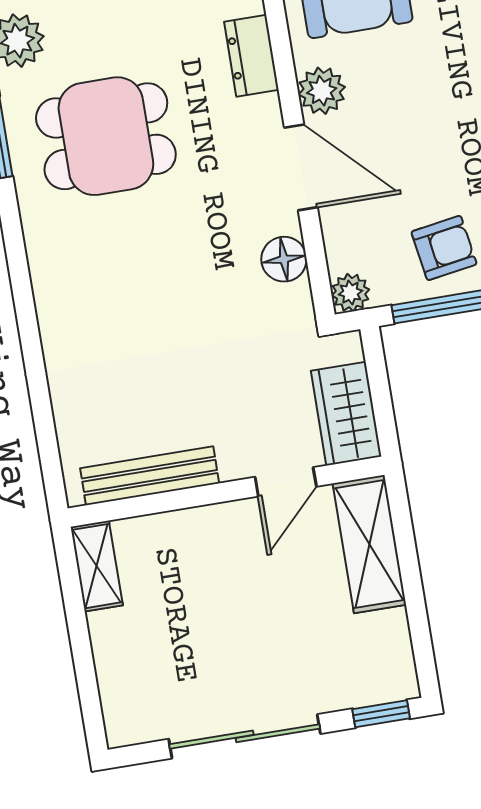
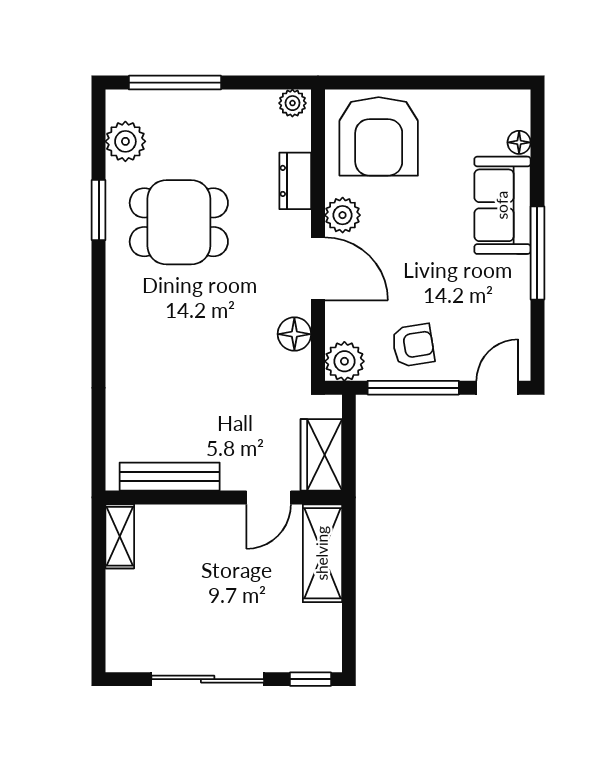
plant: (350, 293) -> (344, 361), width x1.38, depth x1.38

